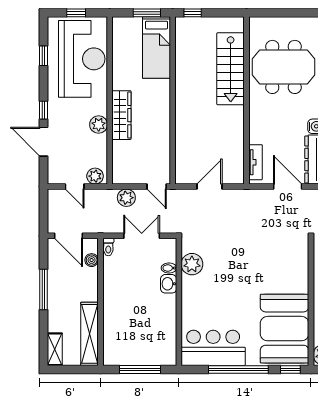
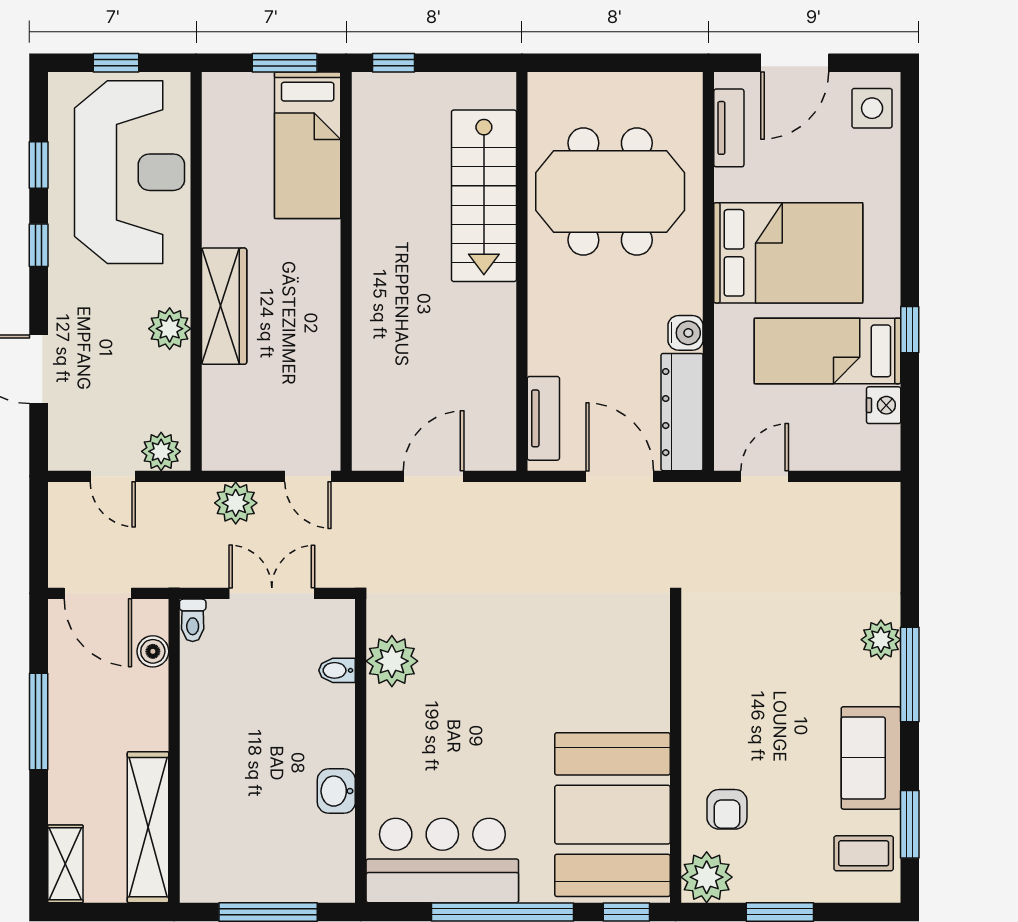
window: (44, 110) -> (39, 245), moved
washbasin: (169, 284) -> (336, 791), moved

